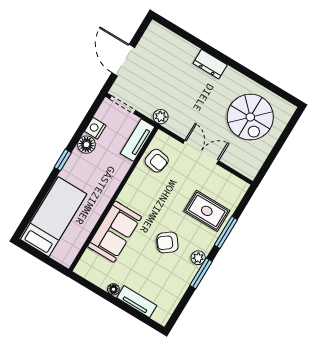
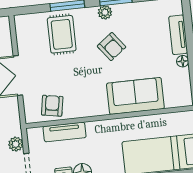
plant: (161, 117) -> (16, 144), moved
tv unit: (138, 140) -> (65, 132), moved

